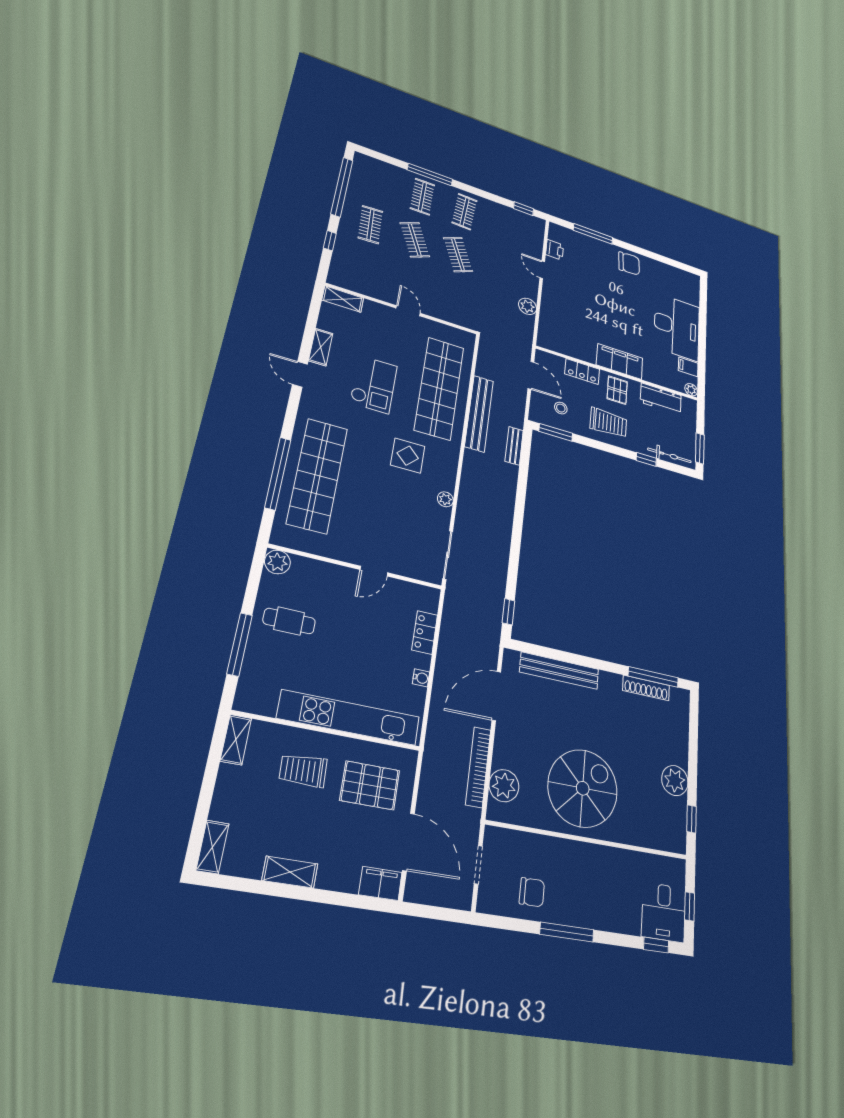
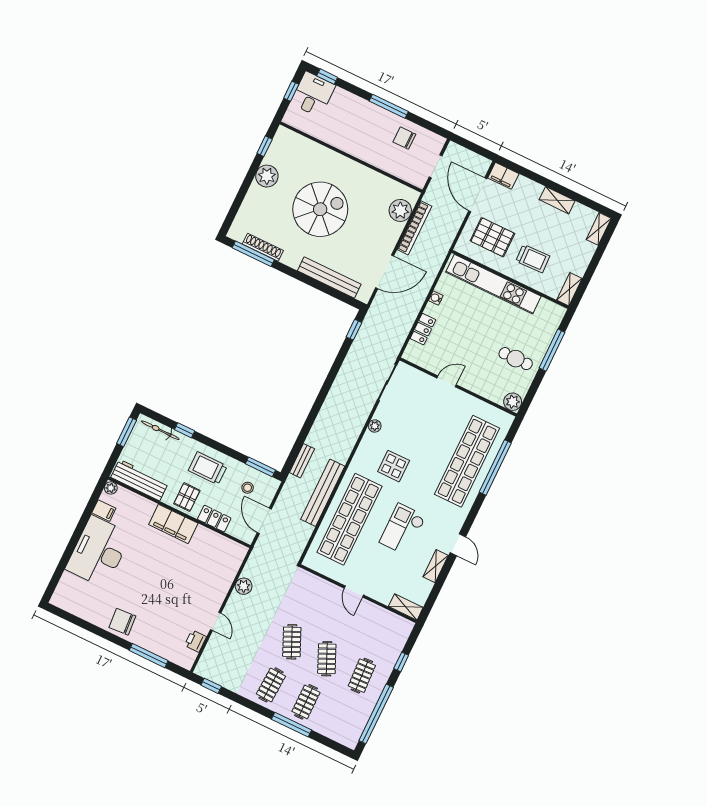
workbench: (661, 399) -> (140, 480), width x1.38
spiral stairs: (583, 788) -> (320, 209), moved, turned 180

